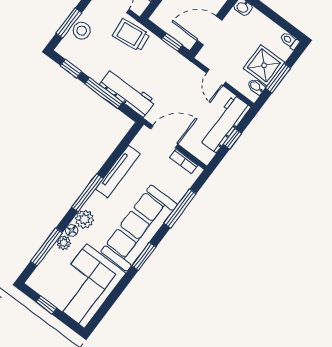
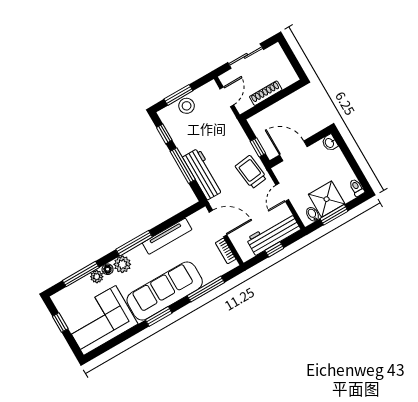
trolley: (131, 35) -> (251, 172), moved

